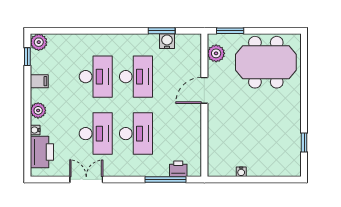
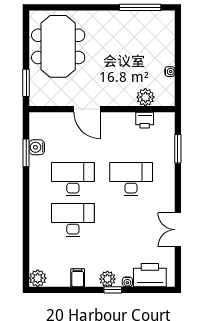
plant: (216, 53) -> (145, 97), moved
window: (27, 57) -> (113, 290), moved
desk: (96, 134) -> (131, 220), removed
window: (304, 142) -> (140, 7), width x2.17
printer: (178, 169) -> (145, 120), moved, turned -90
window: (166, 179) -> (178, 149), width x0.69

